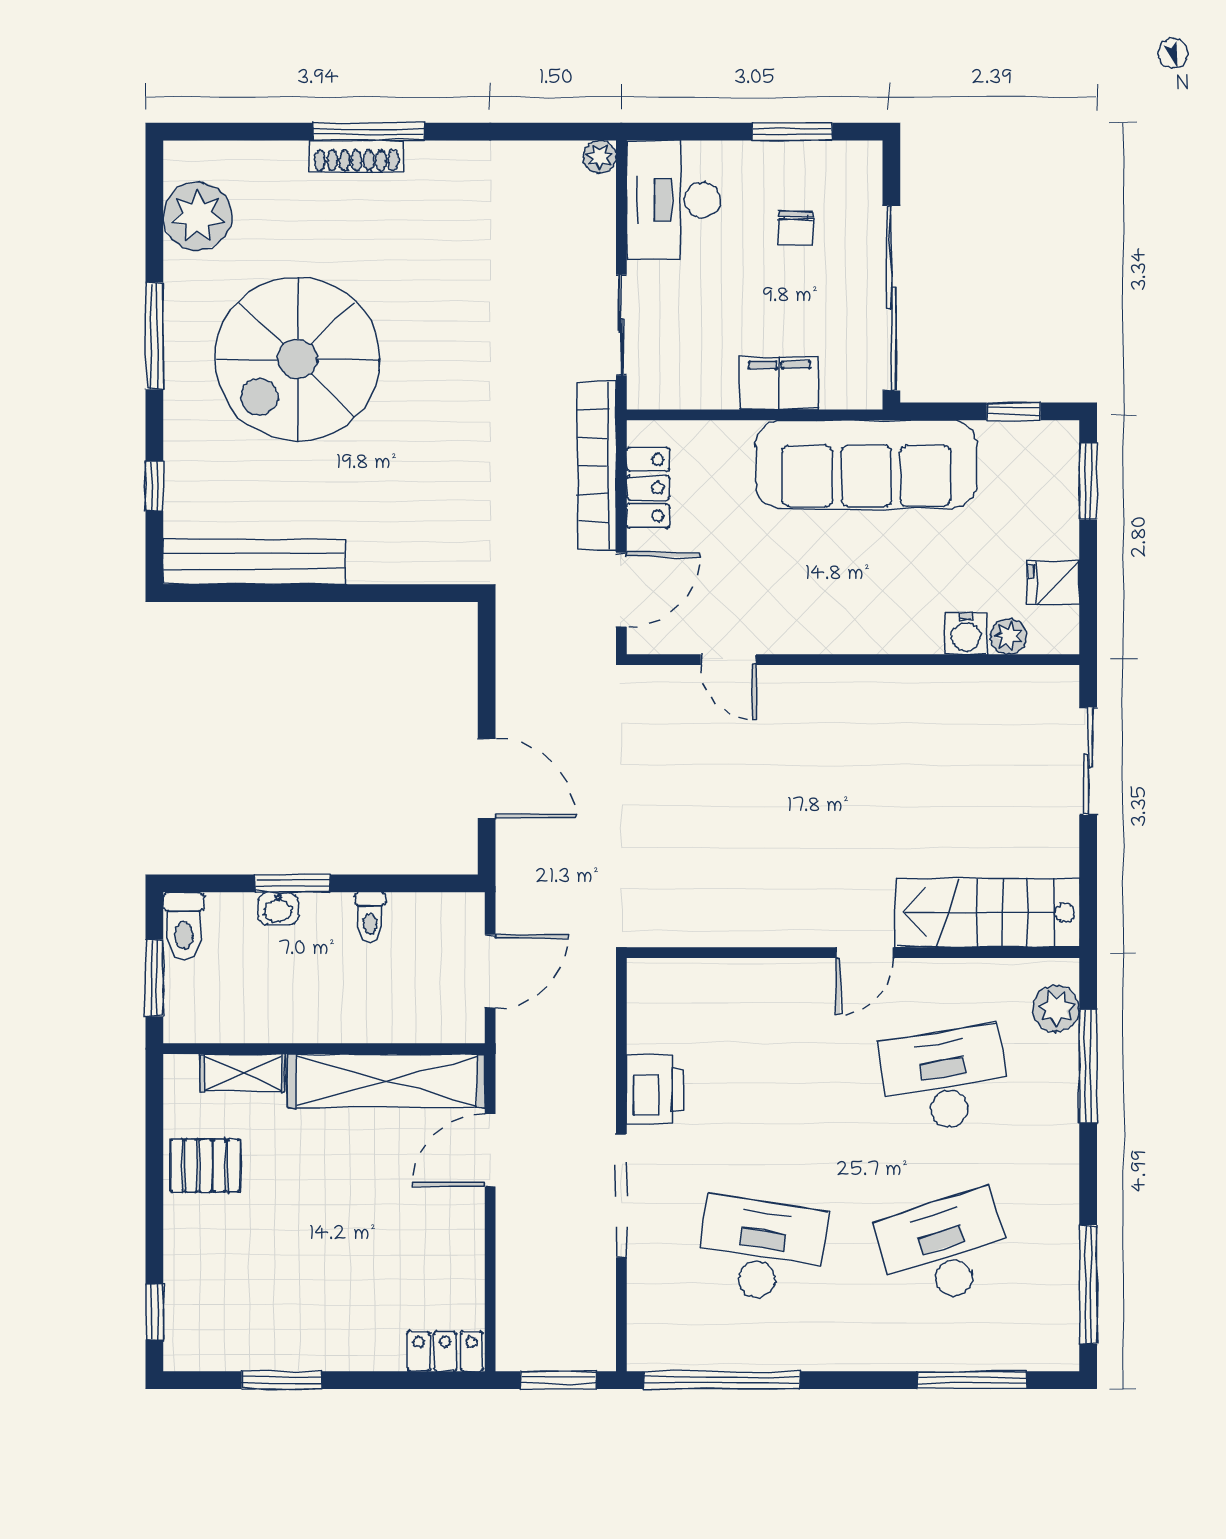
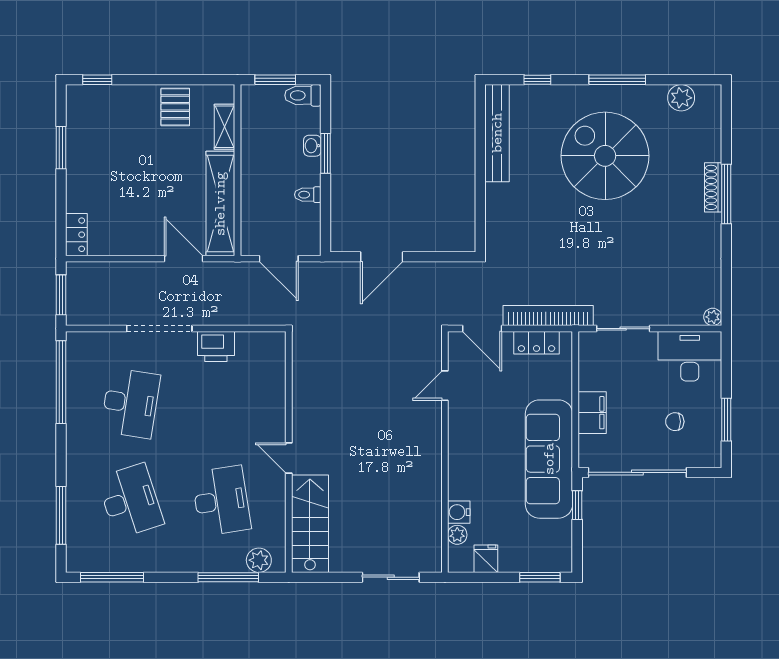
plant: (197, 216) -> (681, 98), width x0.73, depth x0.73
window: (1014, 411) -> (577, 505), moved

